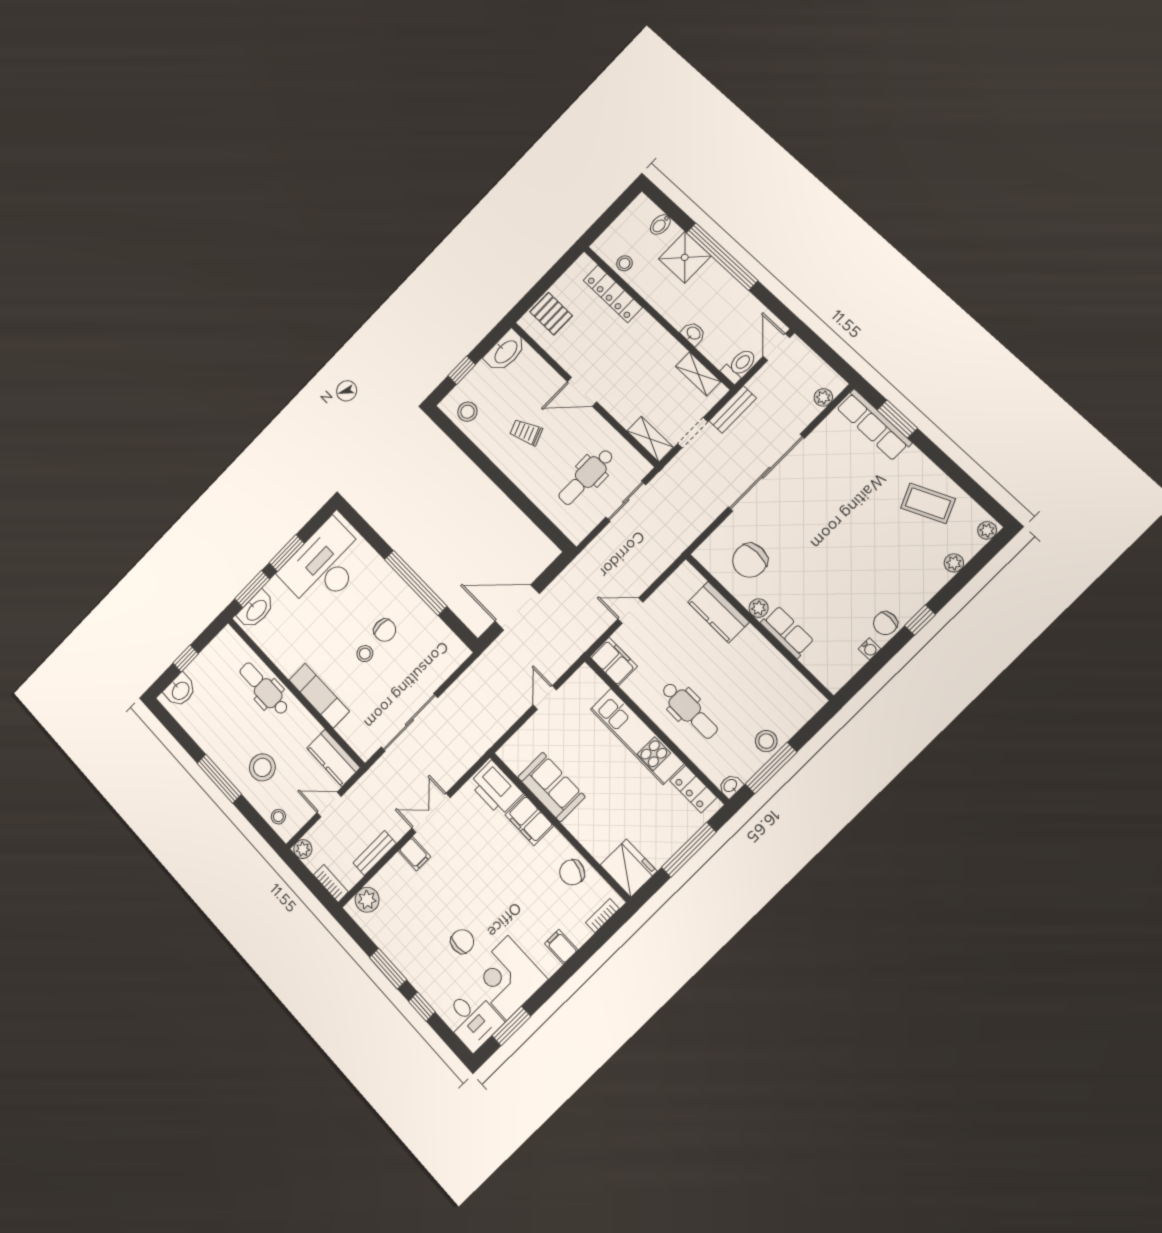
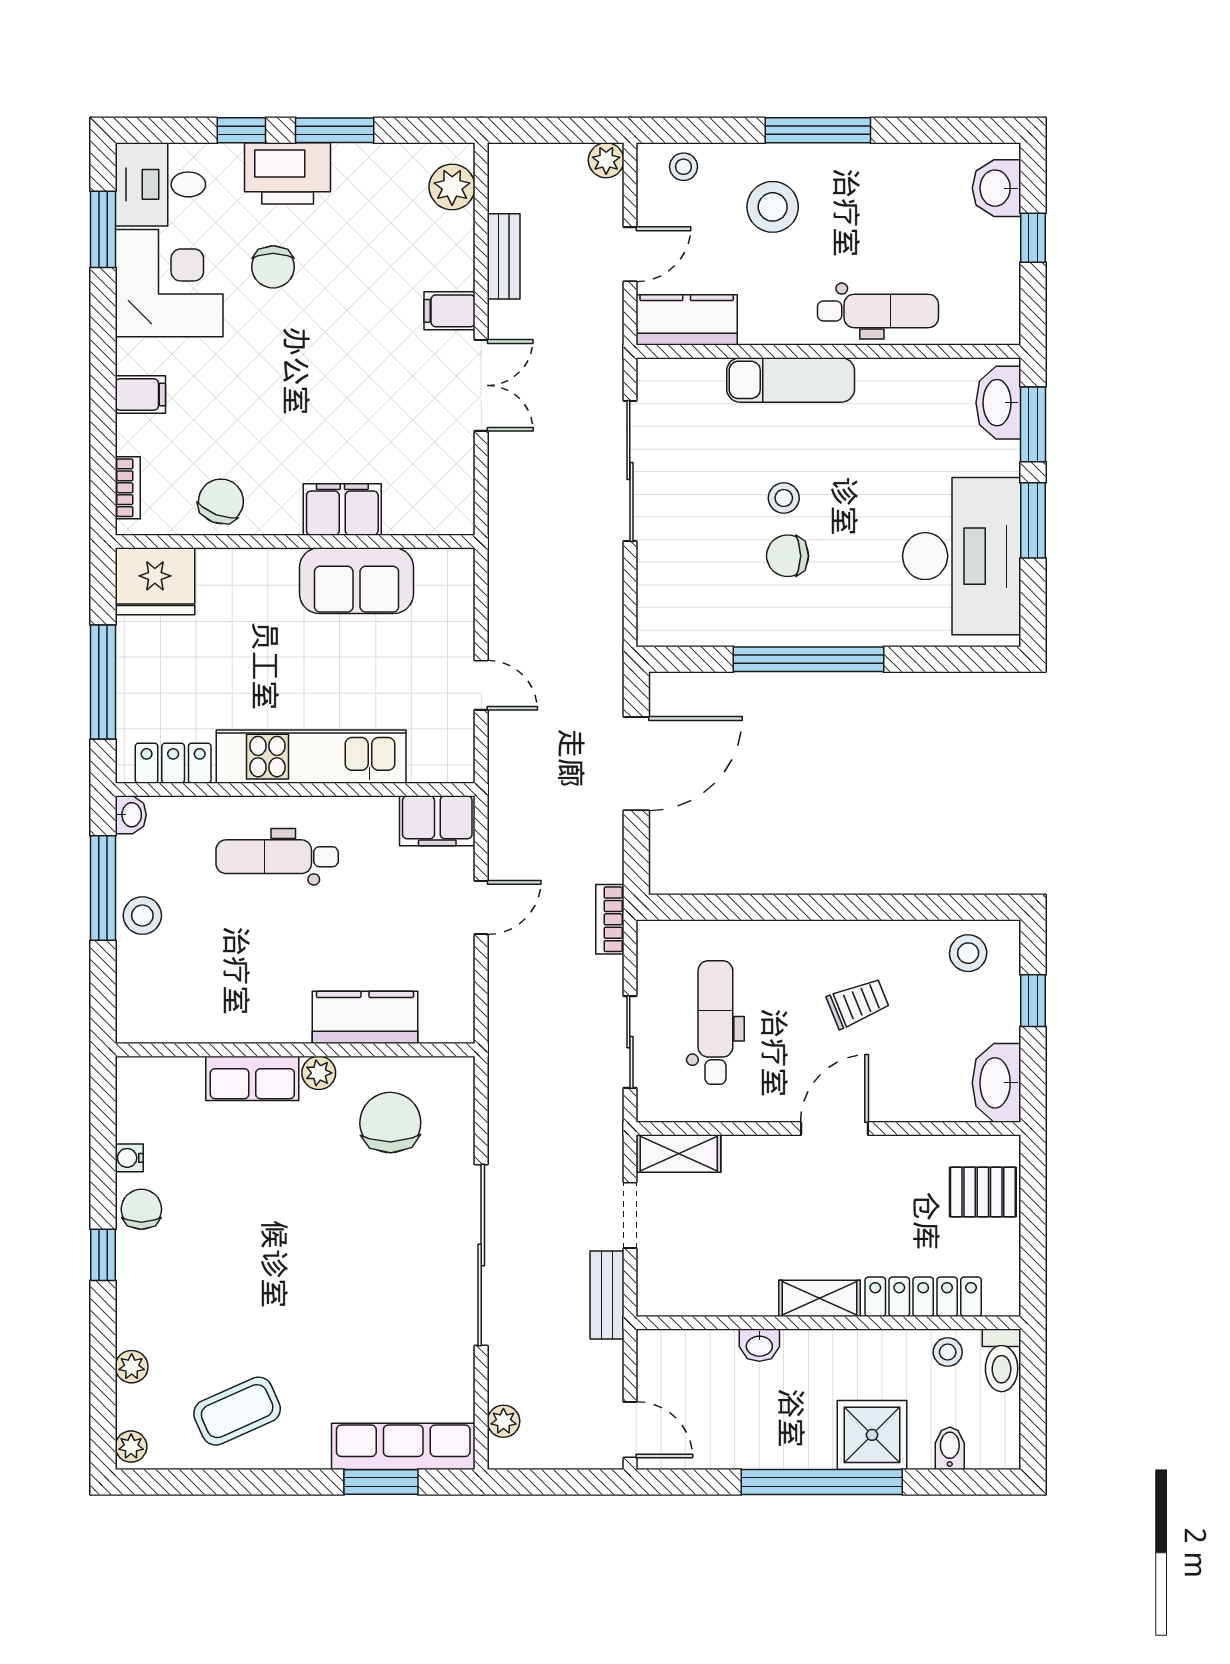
toilet: (739, 365) -> (1002, 1360), moved
shelving: (698, 374) -> (819, 1298), moved
printer: (496, 788) -> (288, 173), moved, turned 180
bookcase: (331, 883) -> (610, 919), moved, turned 90

